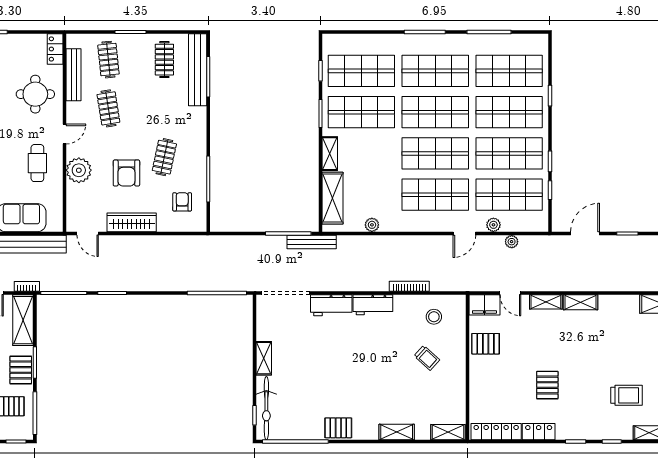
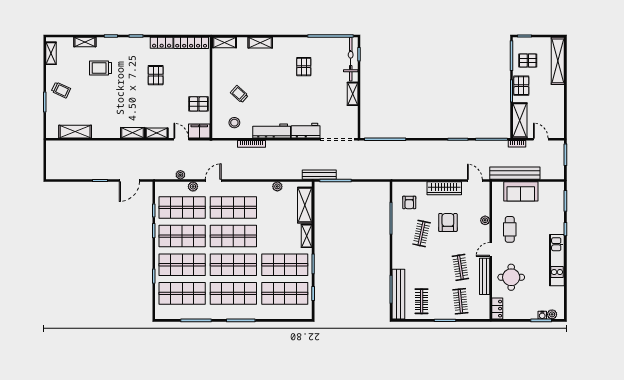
bench: (74, 75) -> (485, 276), moved
plant: (79, 170) -> (485, 220), width x0.53, depth x0.53
workbench: (373, 305) -> (272, 131), width x1.38
pallet: (338, 428) -> (304, 67), moved, turned 90

